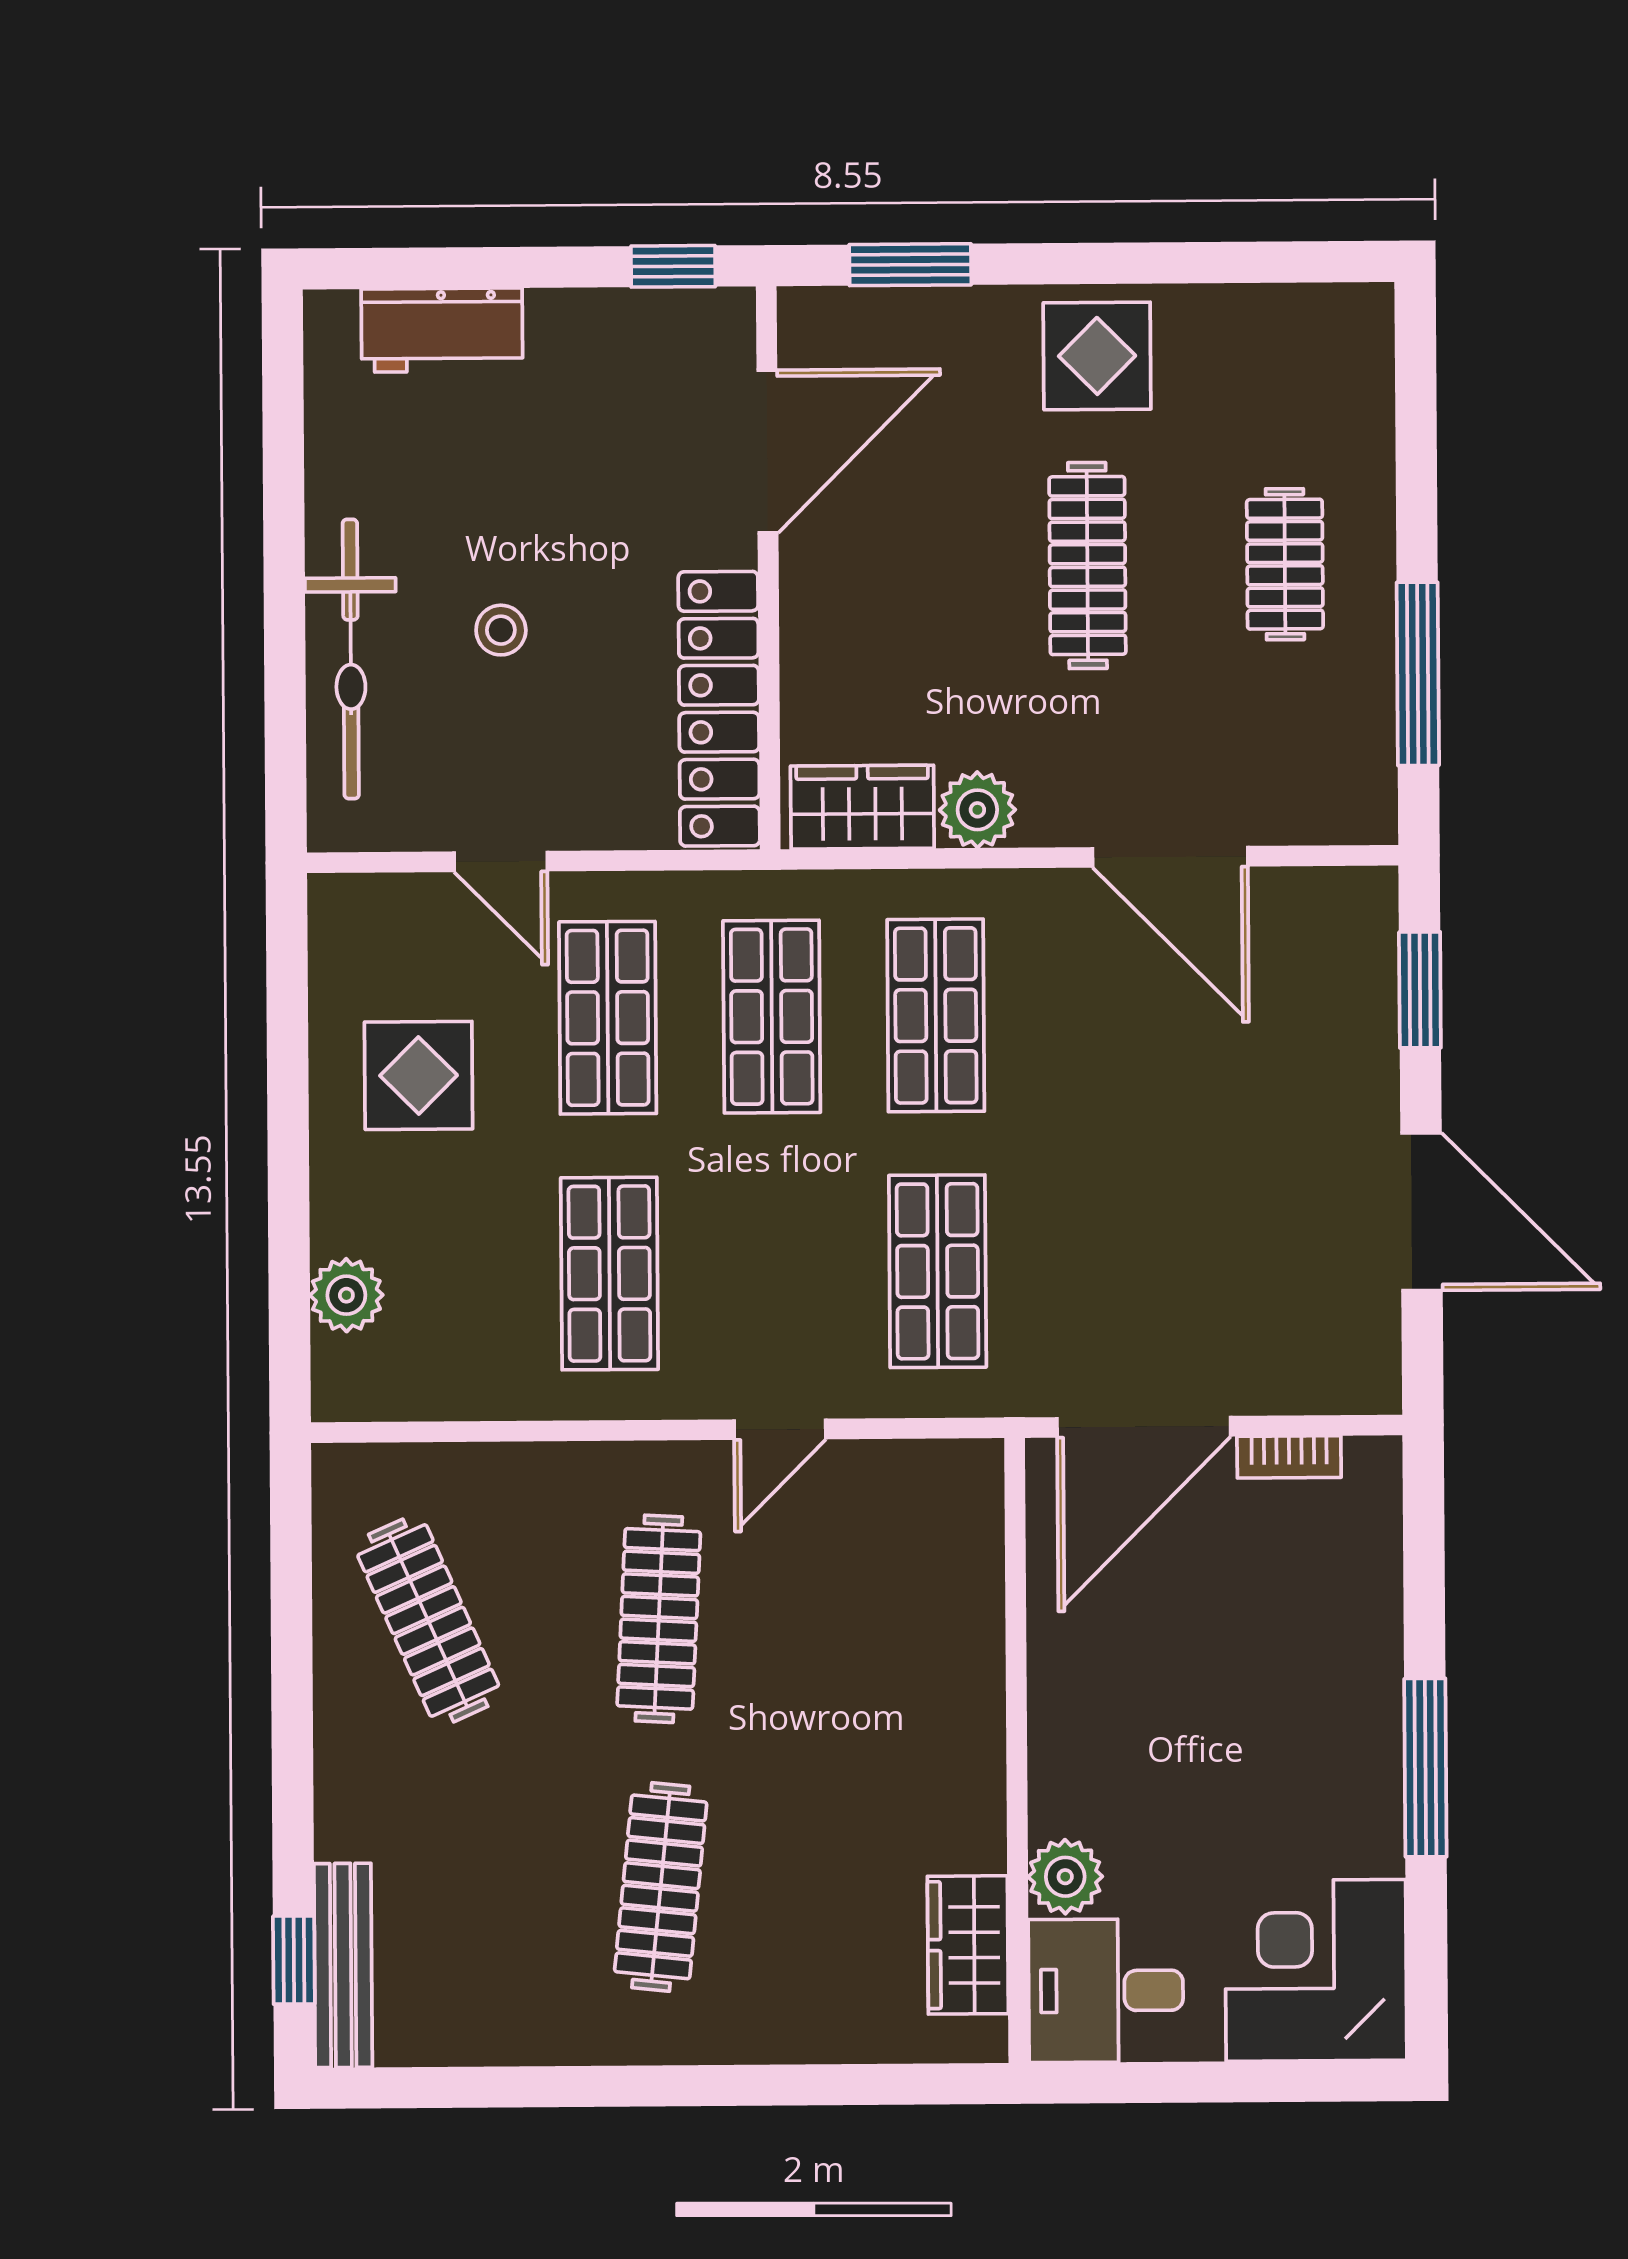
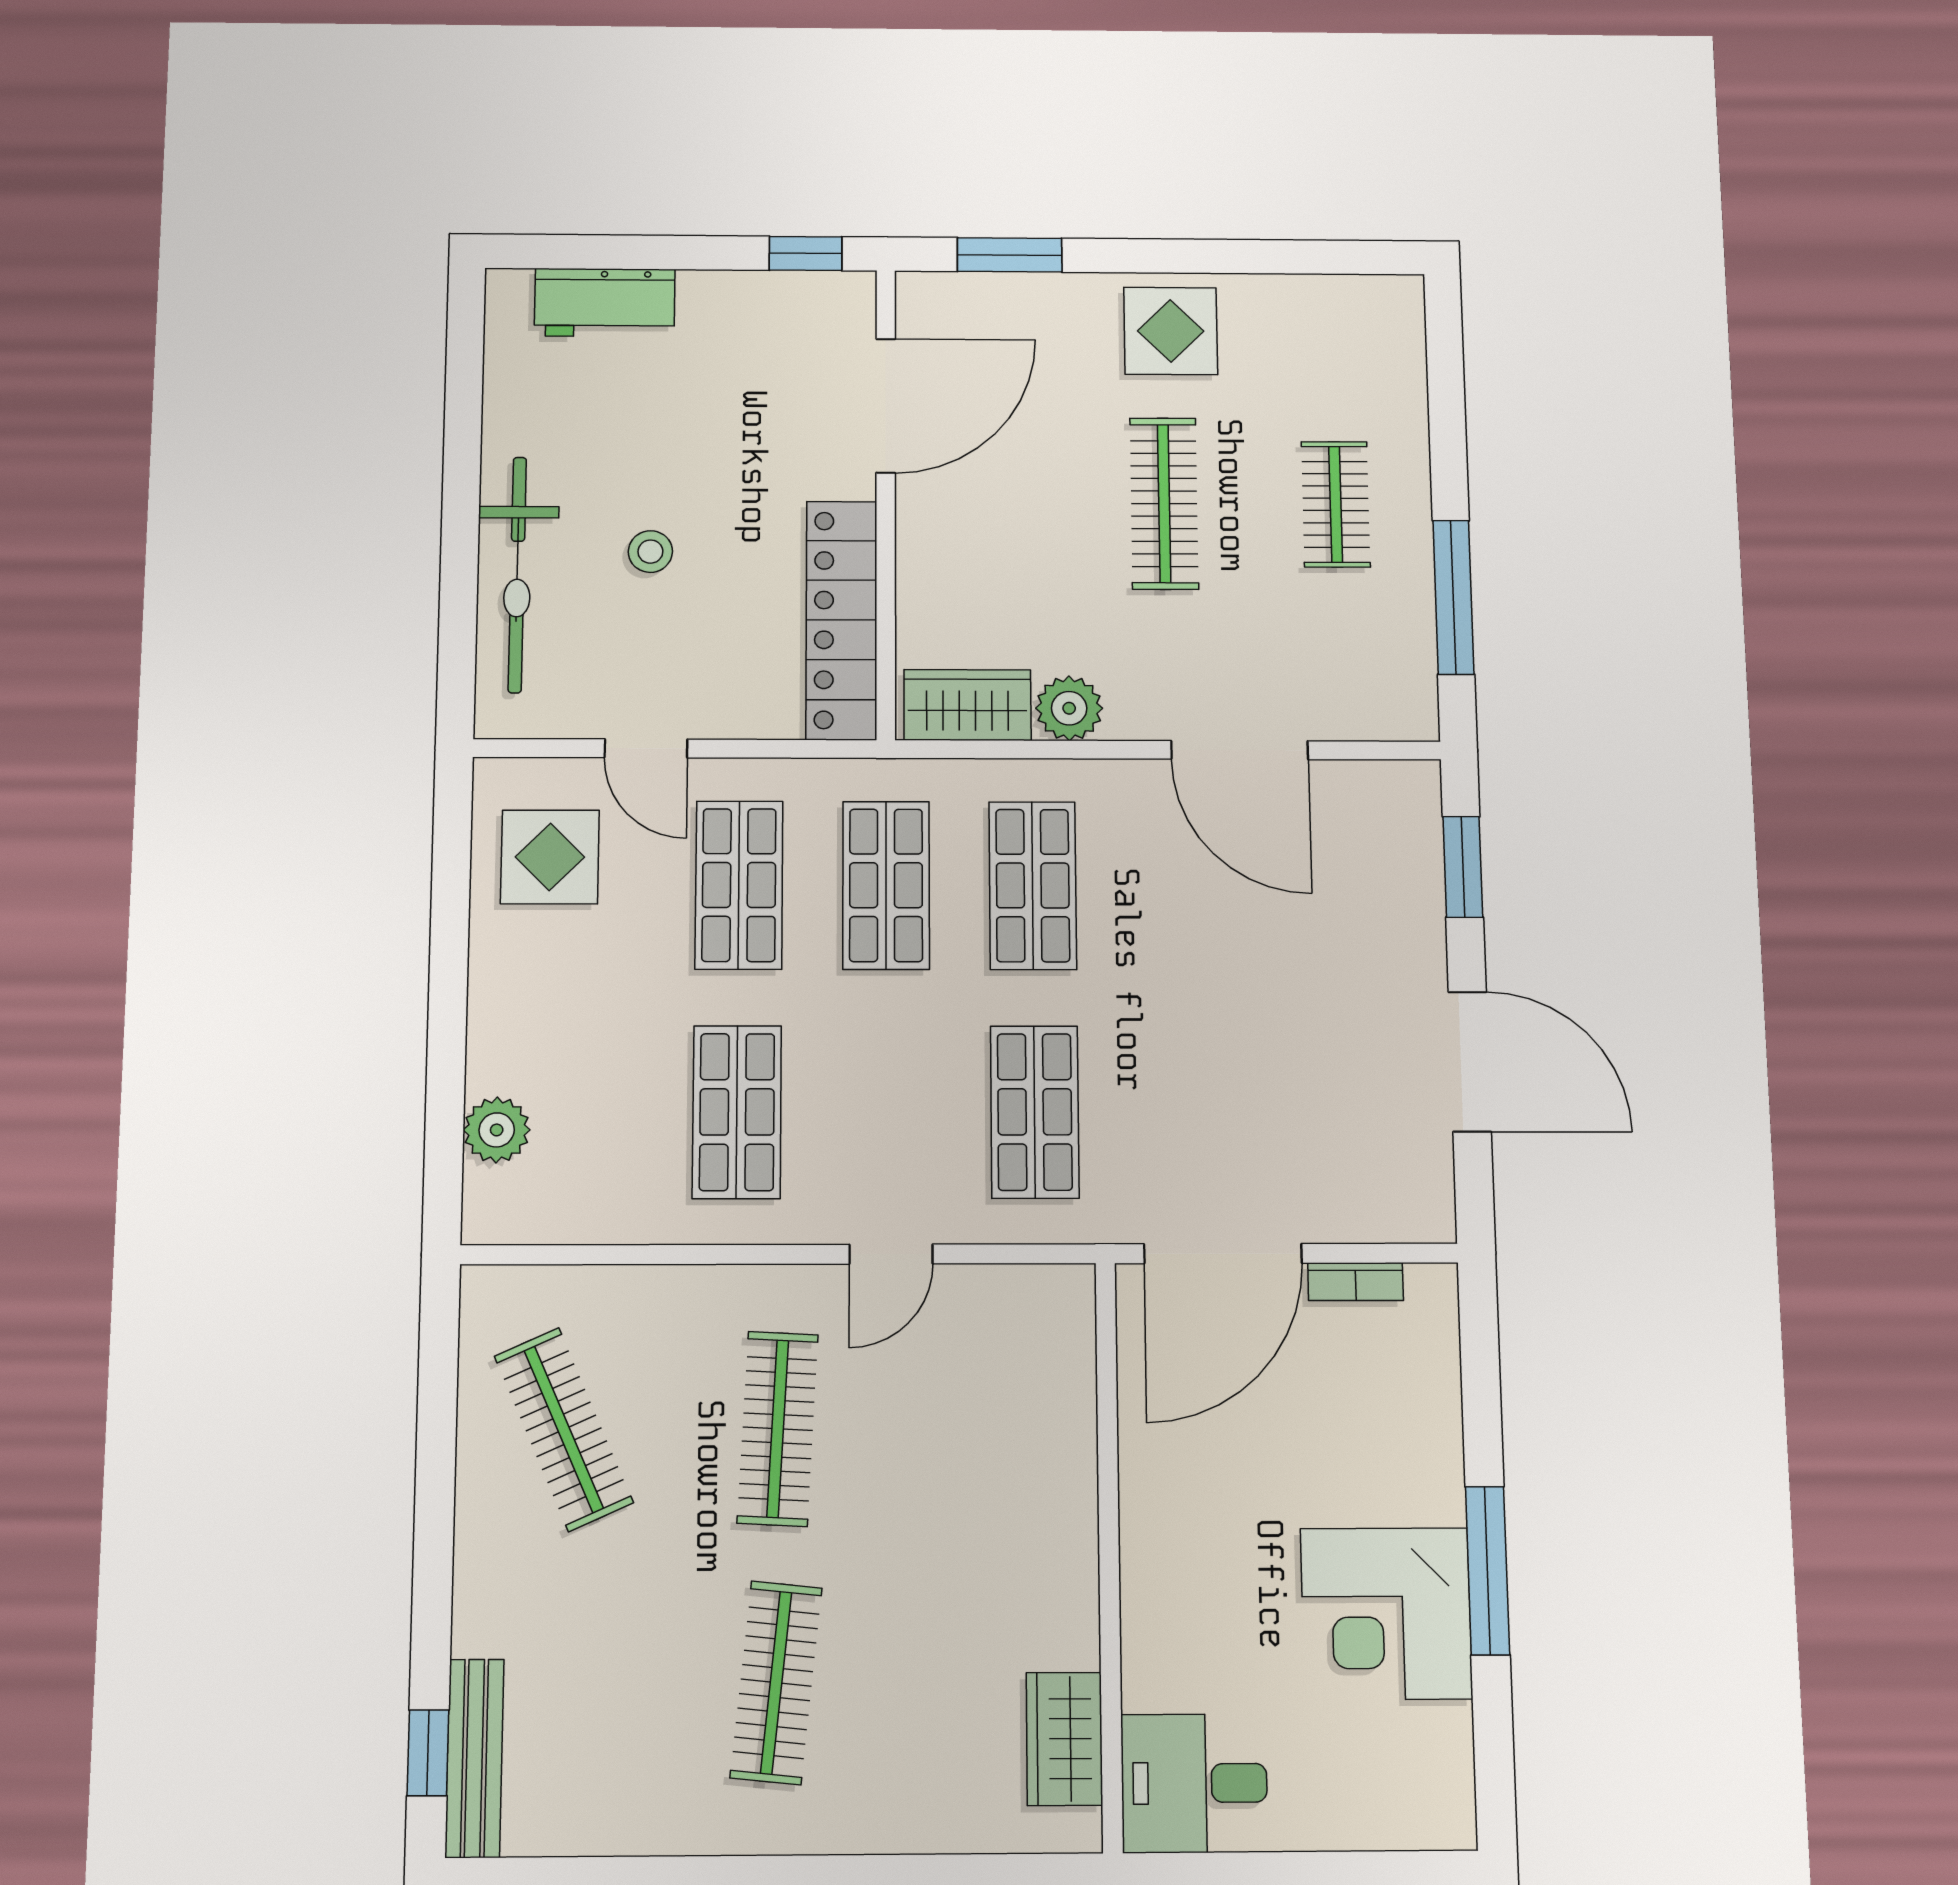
display table: (419, 1075) -> (550, 857), moved
plant: (1065, 1877) -> (1155, 1673), removed
corner desk: (1316, 1970) -> (1386, 1614), moved, turned -90

